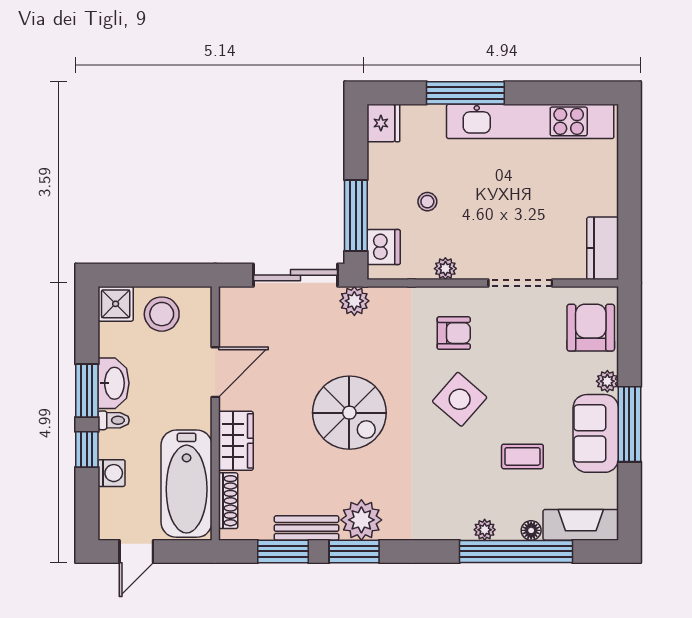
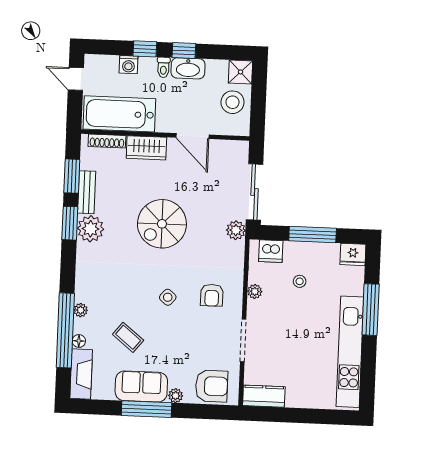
window: (356, 216) -> (313, 234), moved
window: (87, 391) -> (184, 50), width x0.67
side table: (460, 399) -> (168, 297), width x0.54, depth x0.54
coffee table: (522, 456) -> (128, 337), turned -51

